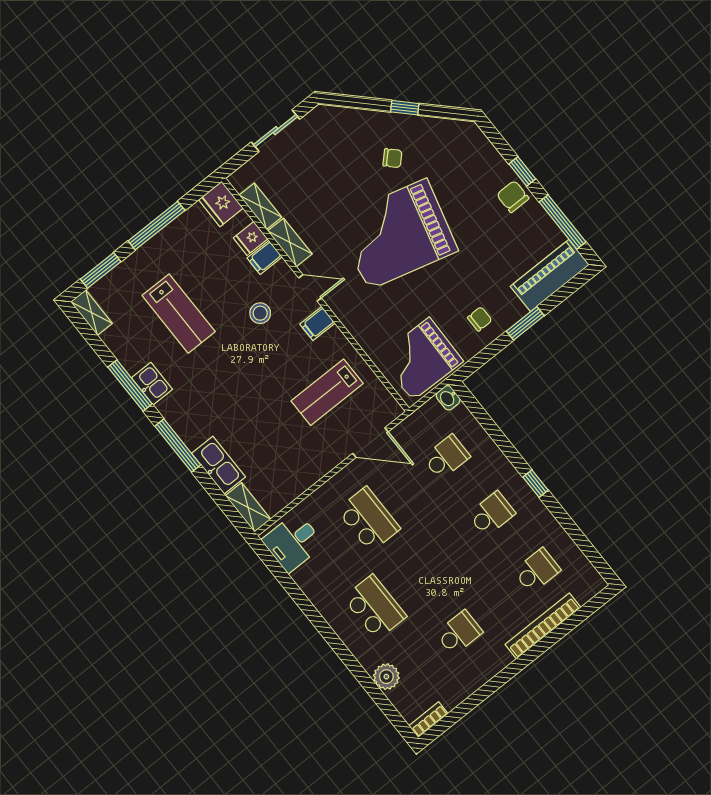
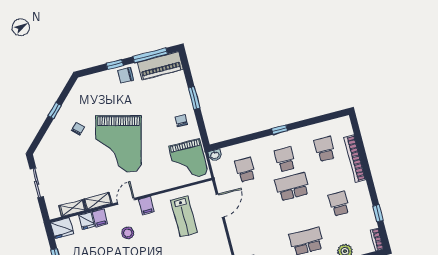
piano: (550, 276) -> (160, 66), moved, turned -90
school desk: (369, 519) -> (292, 187), moved
window: (472, 702) -> (378, 213), added

